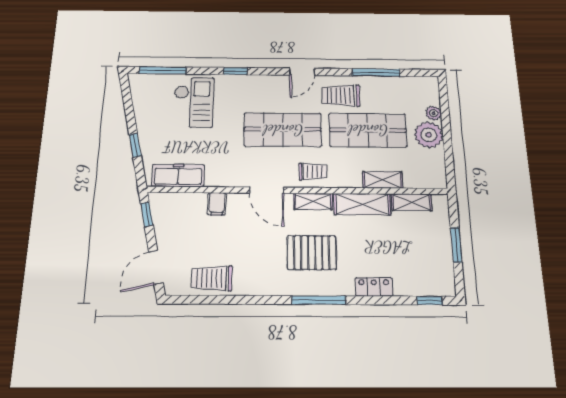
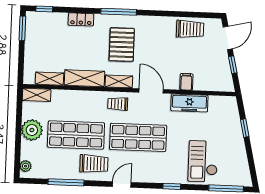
plant: (434, 113) -> (26, 166), moved
freezer: (178, 175) -> (189, 103), moved
shelving: (383, 180) -> (37, 95), moved
window: (147, 214) -> (233, 65), moved
window: (456, 245) -> (22, 28), moved
pallet: (312, 253) -> (122, 45), turned 90

